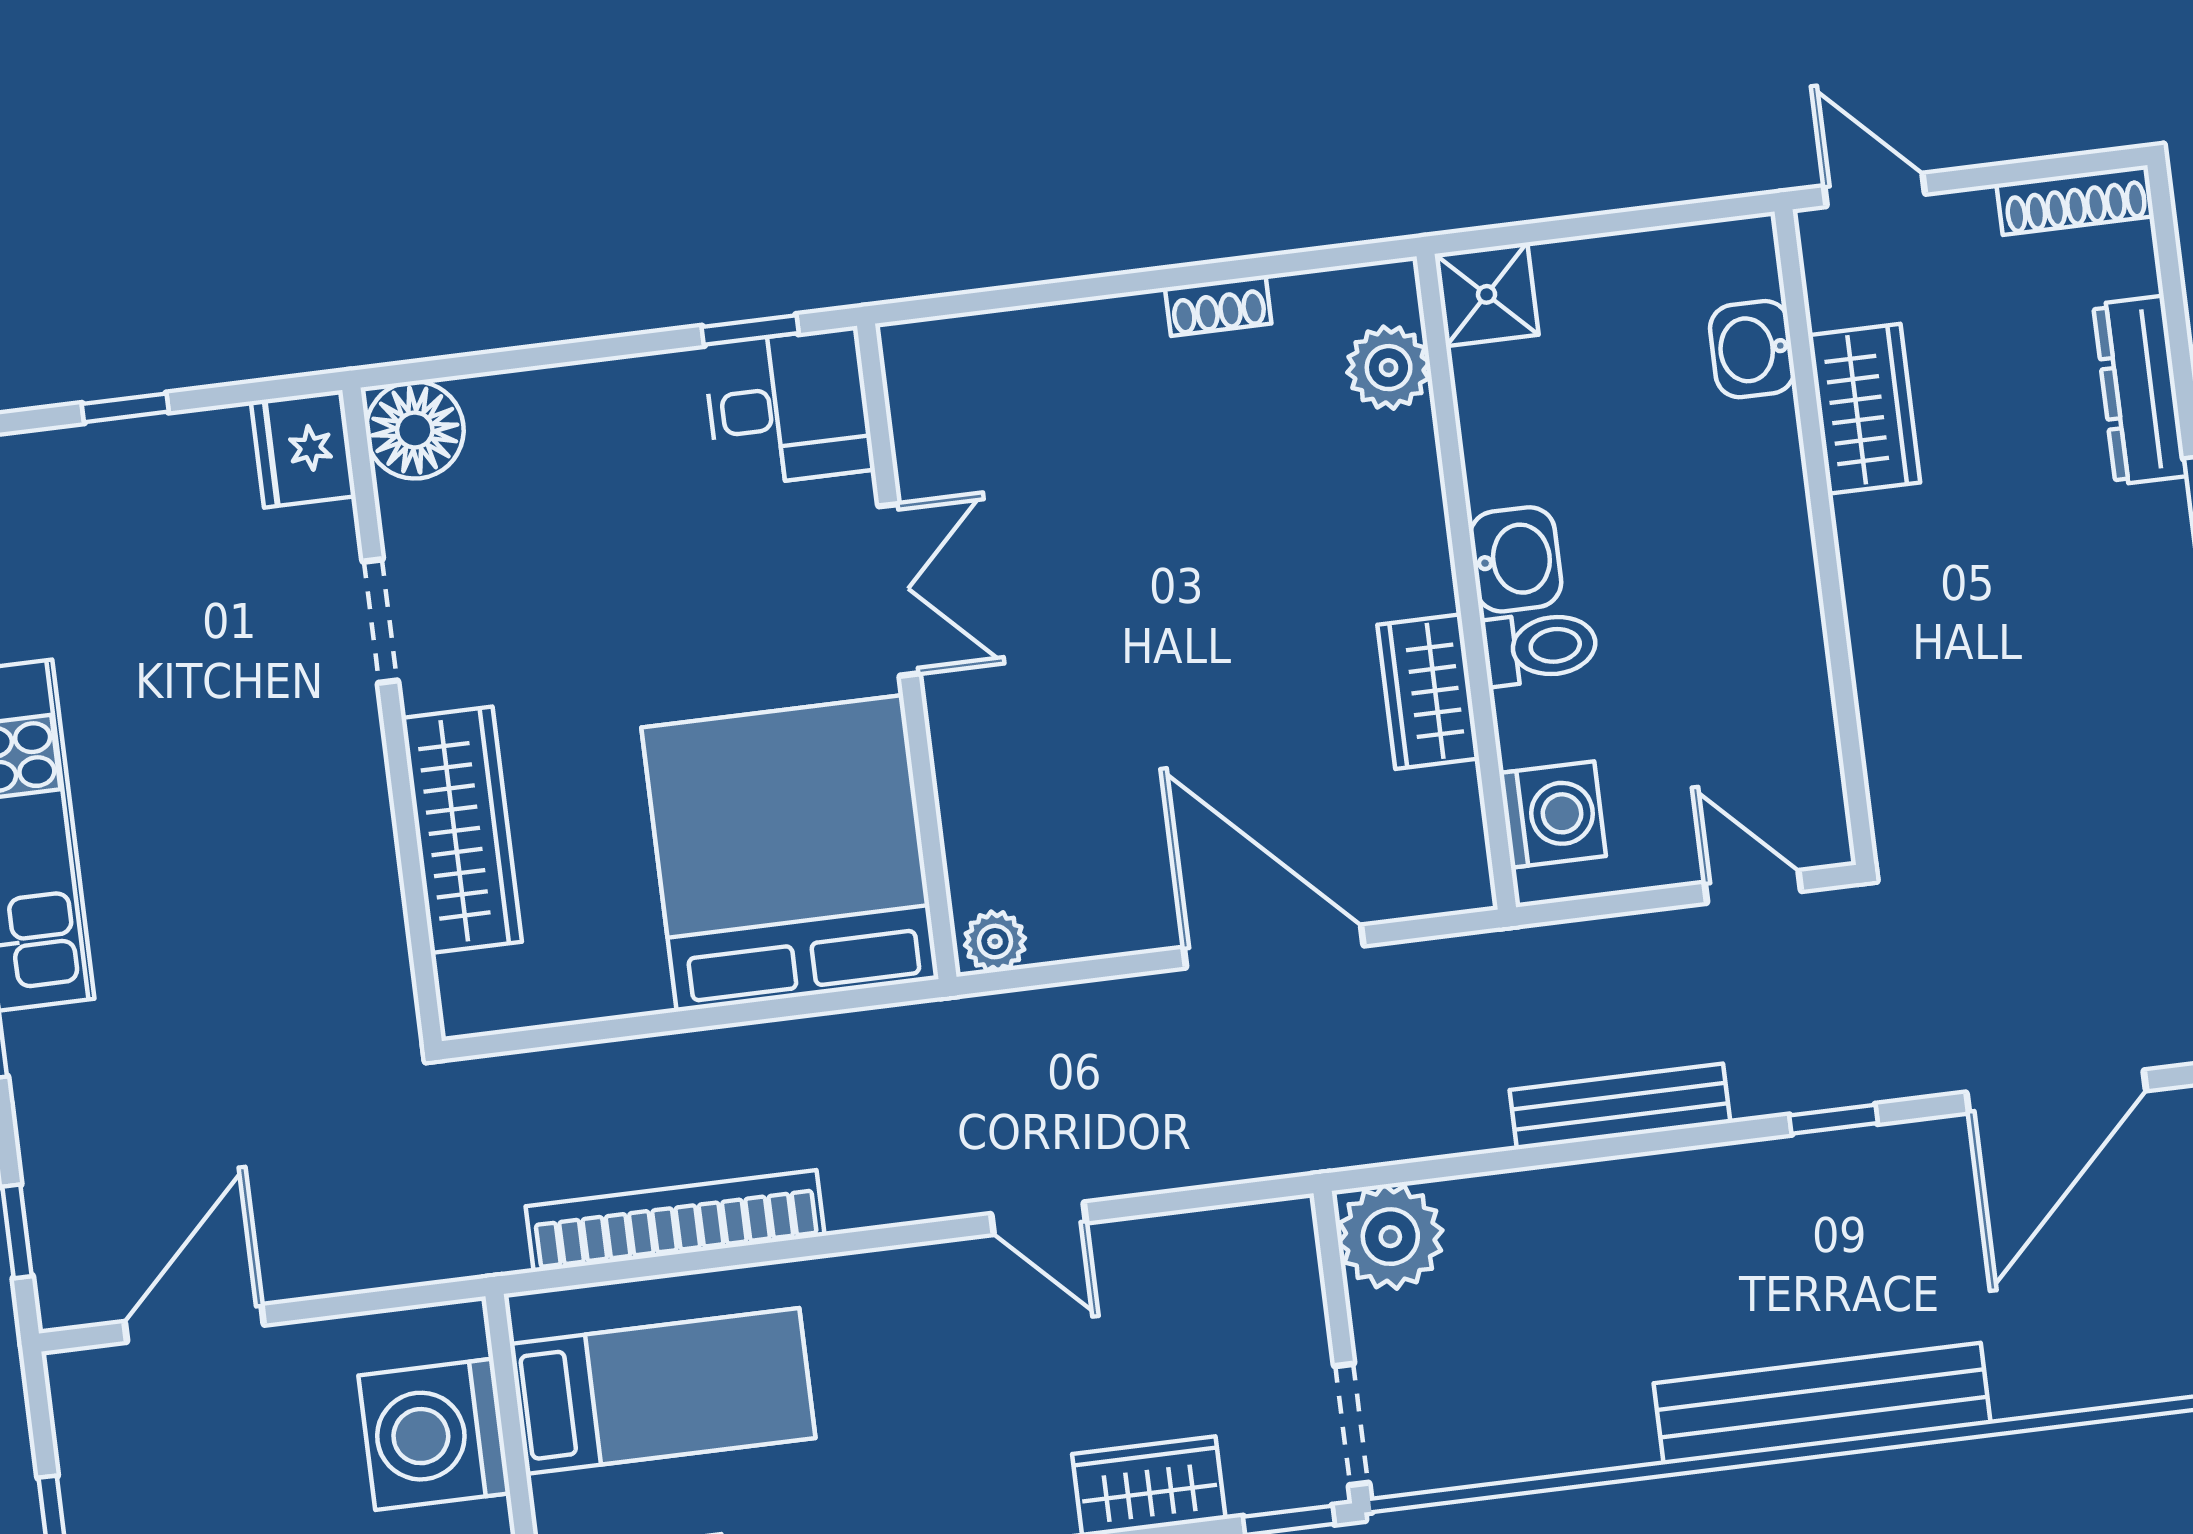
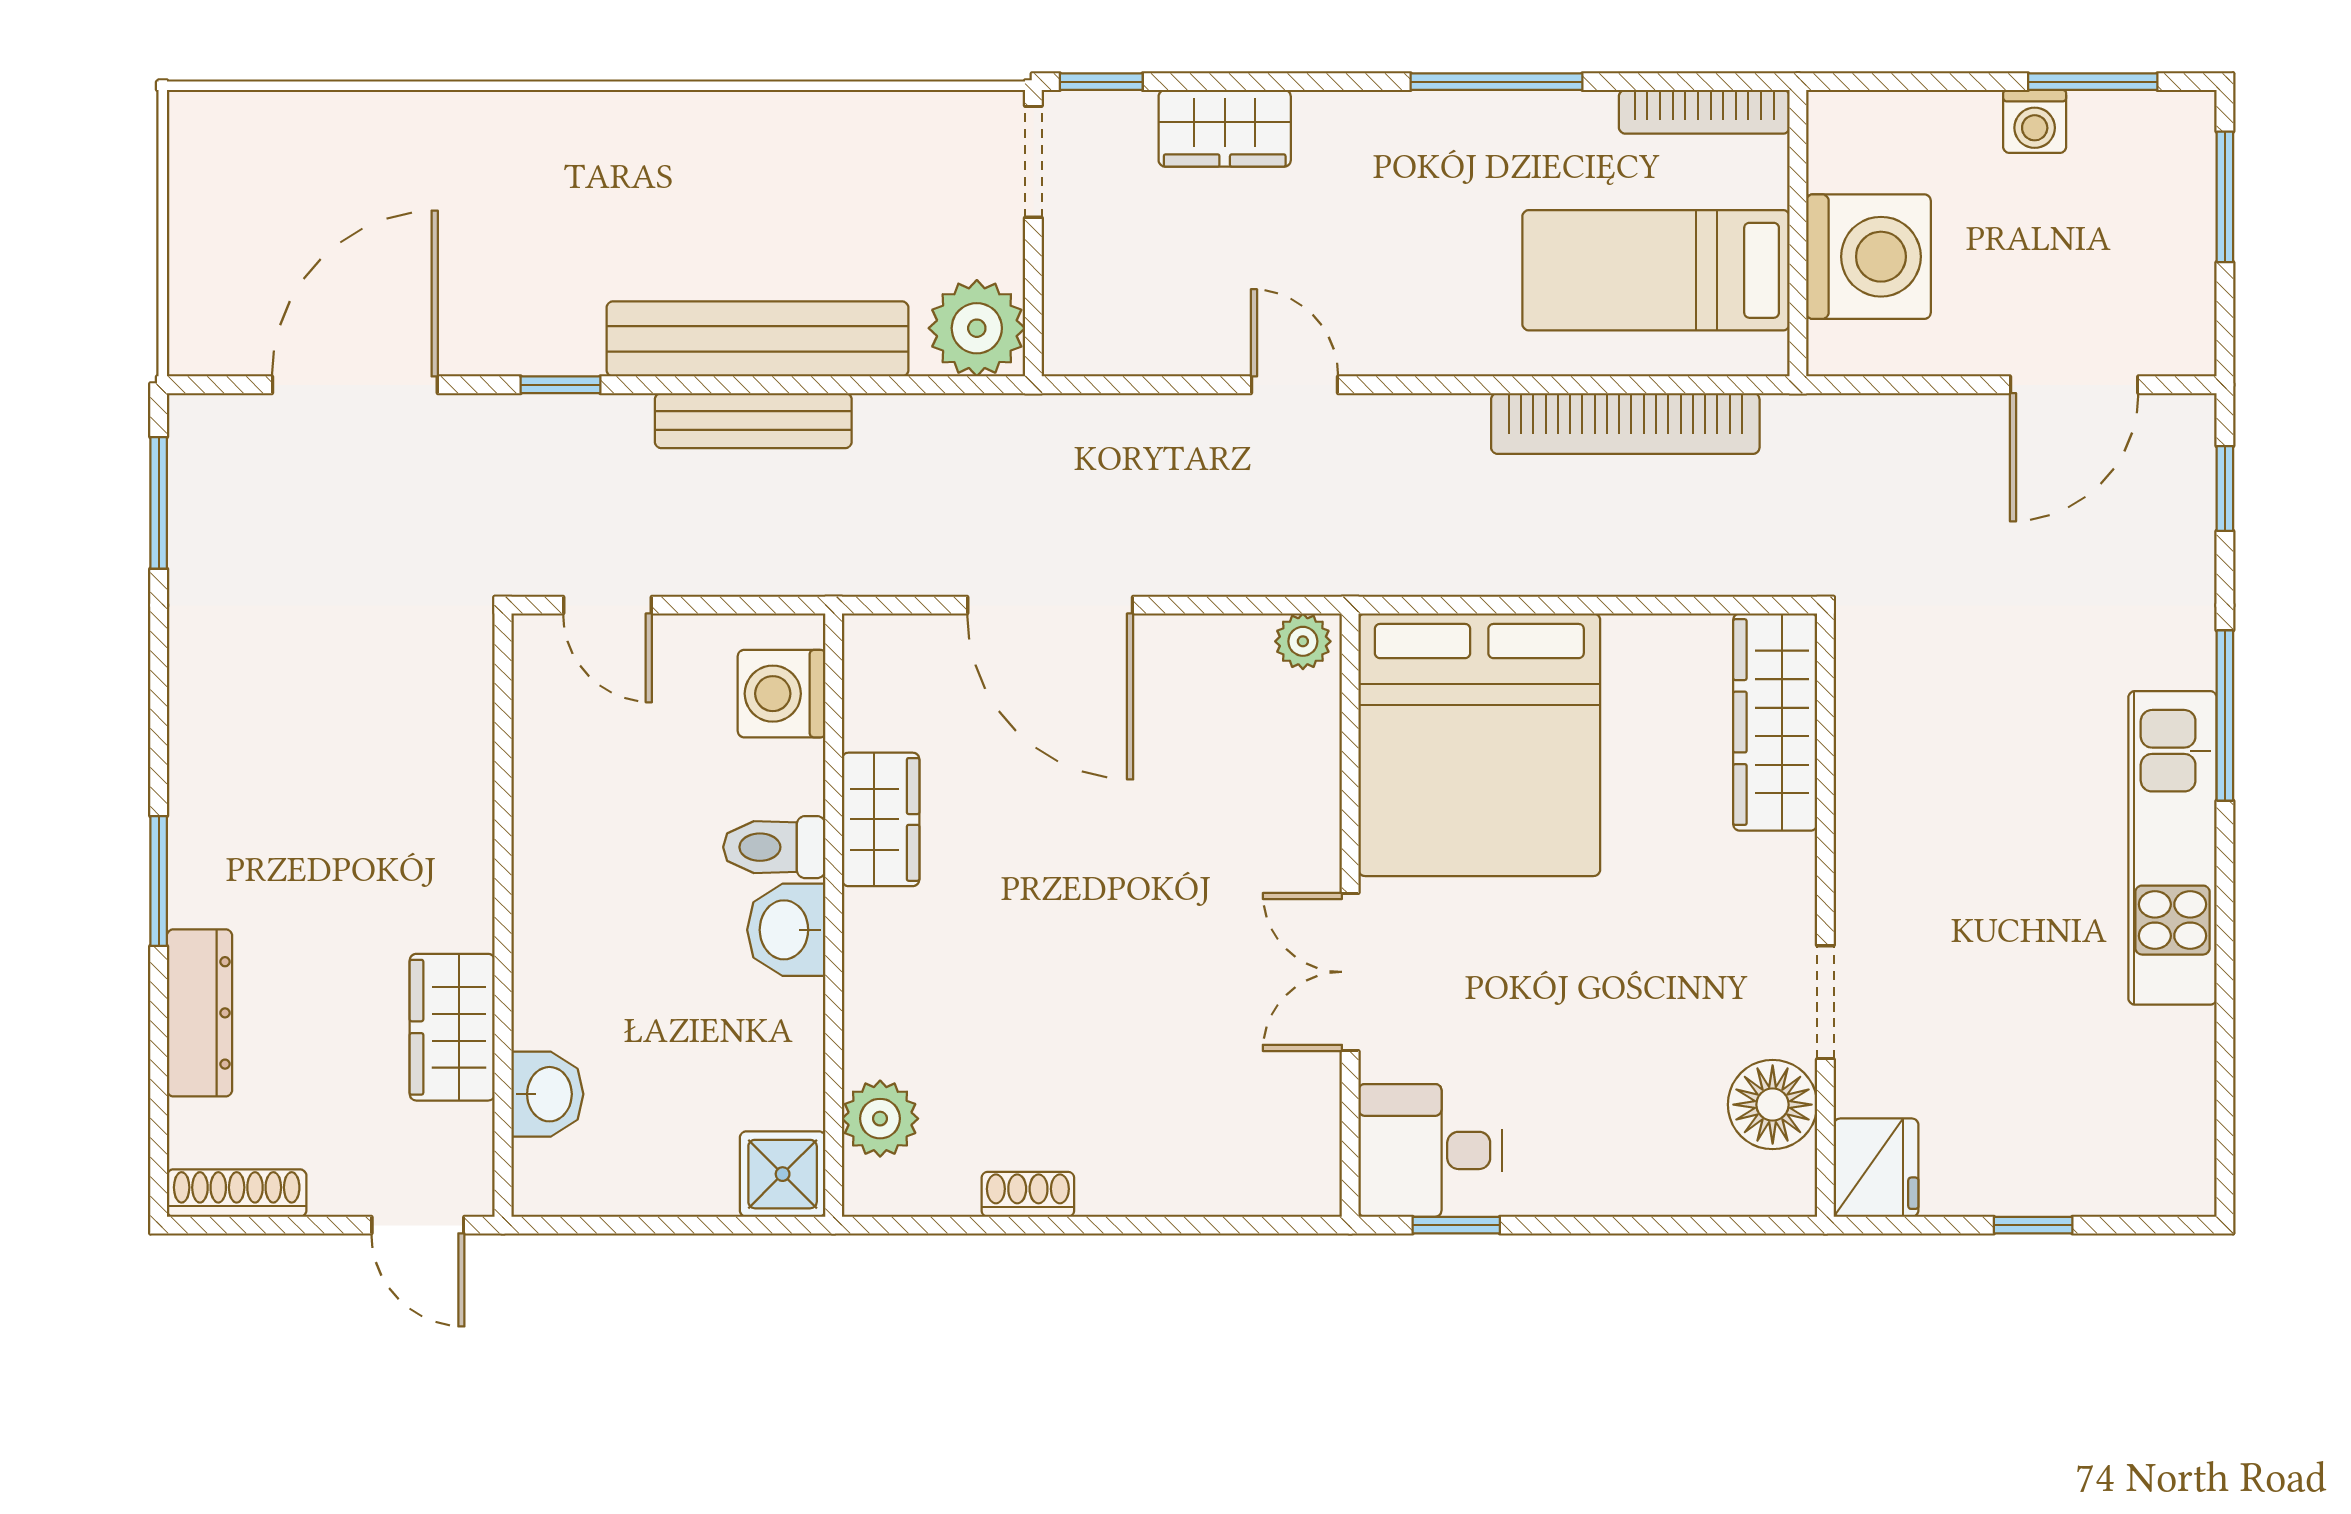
floor lamp: (415, 430) -> (1773, 1105), moved
wardrobe: (462, 830) -> (1775, 722), moved
bench: (1822, 1404) -> (757, 339), moved

